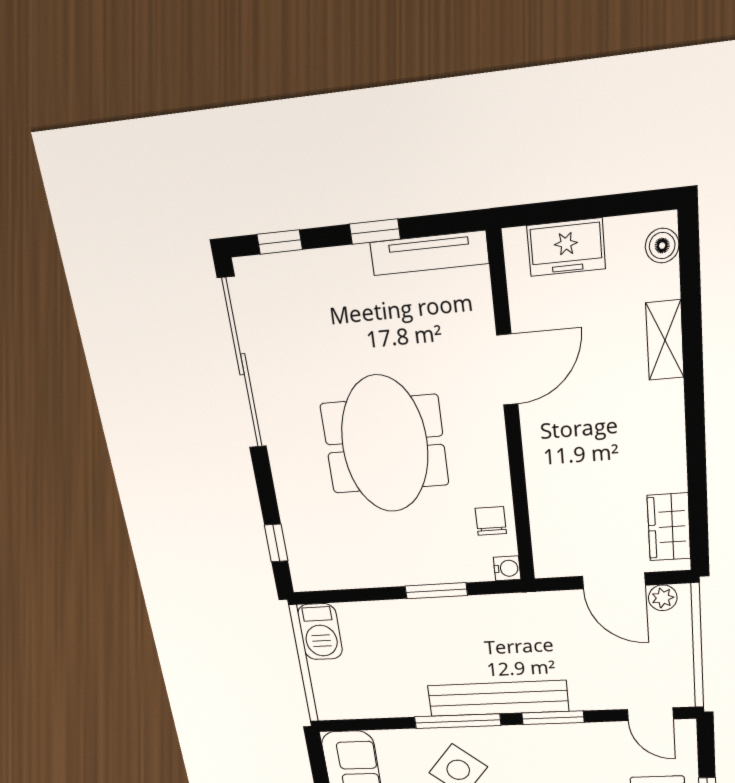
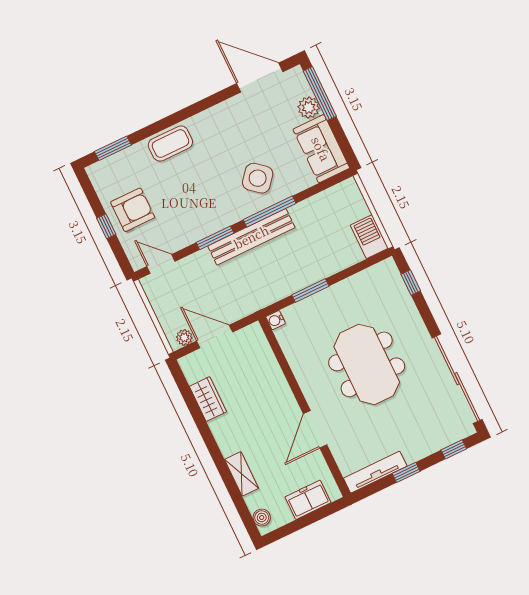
chair: (491, 521) -> (294, 344), removed
wardrobe: (669, 527) -> (208, 399), moved

